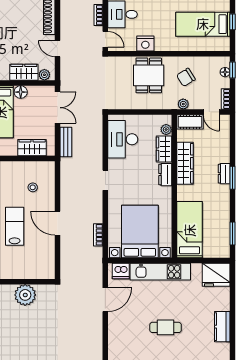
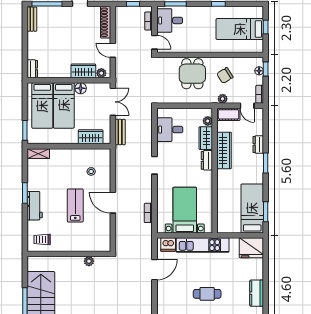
nightstand: (145, 44) -> (190, 46), removed
desk: (123, 139) -> (170, 130), width x0.73
dresser: (224, 174) -> (258, 144), moved
bed: (190, 230) -> (252, 208), moved
bed with nightstands: (140, 232) -> (185, 210), width x0.73
plant: (25, 295) -> (89, 261), width x0.53, depth x0.53

